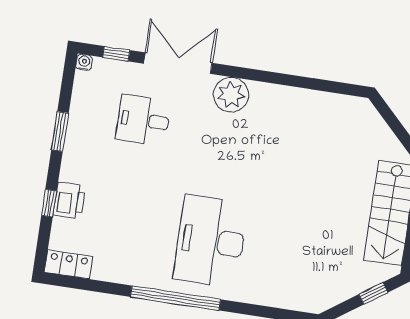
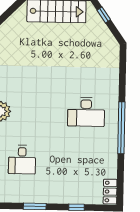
printer: (69, 200) -> (73, 196), removed
desk: (211, 241) -> (86, 112), width x0.73, depth x0.77

